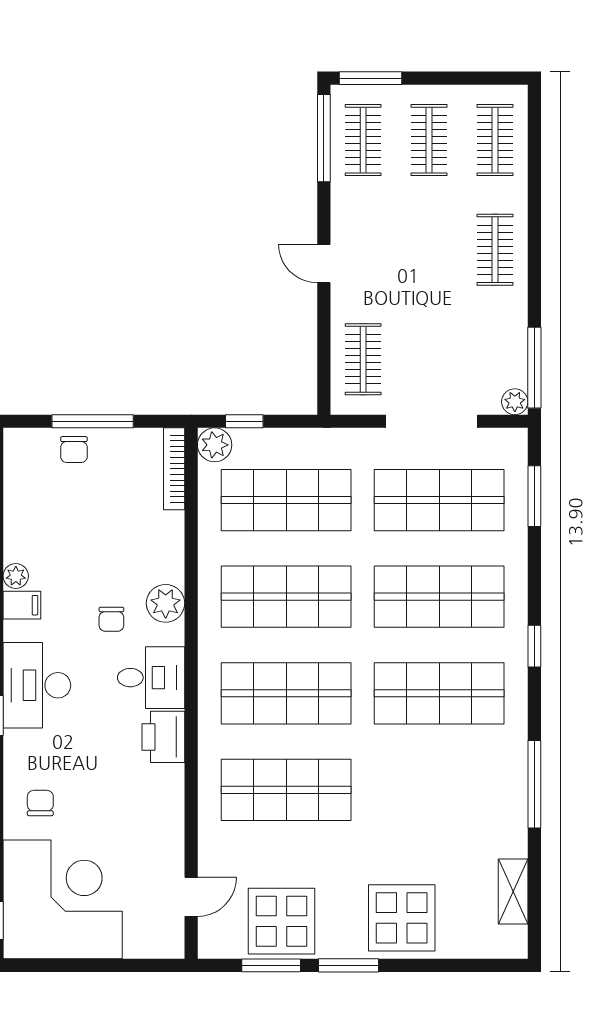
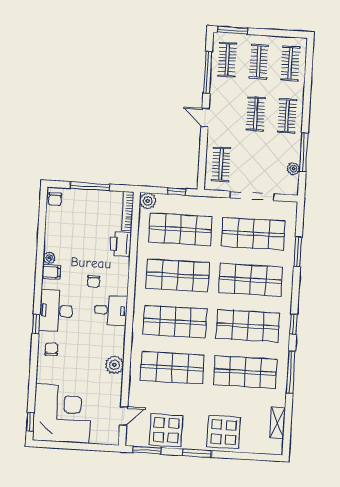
window: (324, 138) -> (208, 72), moved
clothes rail: (429, 250) -> (256, 114), added
window: (534, 368) -> (304, 152), moved
plant: (515, 402) -> (293, 169), moved
window: (244, 421) -> (177, 191), moved
chair: (74, 450) -> (55, 199), moved
window: (534, 496) -> (298, 252), moved
plant: (166, 603) -> (114, 365), moved
window: (534, 646) -> (294, 324), moved
printer: (163, 737) -> (121, 244), moved
shop shelf: (439, 790) -> (245, 372), added
chair: (40, 803) -> (51, 349), moved
window: (271, 965) -> (147, 450), moved

